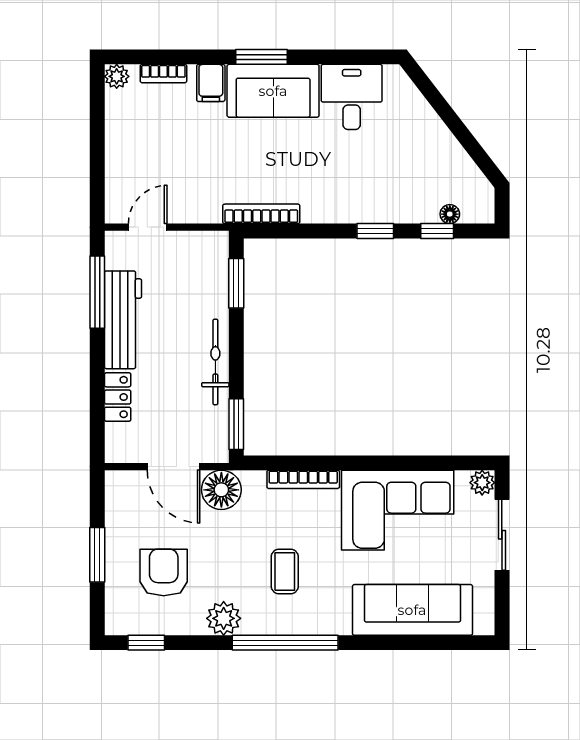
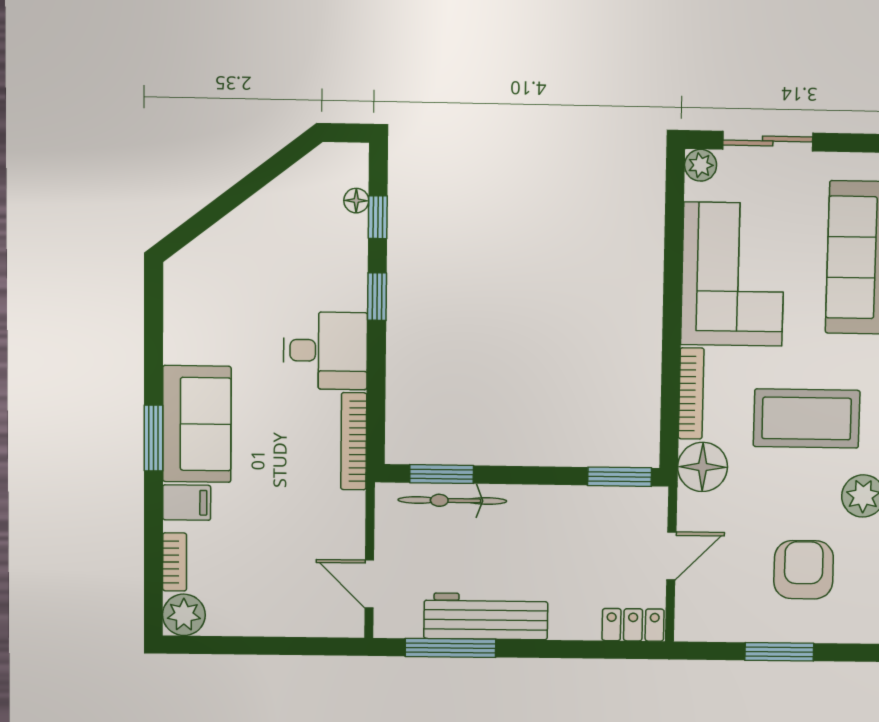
plant: (117, 76) -> (184, 615), width x1.38, depth x1.38
desk: (352, 97) -> (325, 351), moved, turned 180
bicycle: (215, 362) -> (452, 500), moved
locker: (118, 397) -> (633, 625), moved
door: (173, 467) -> (671, 556), width x0.73
floor lamp: (221, 490) -> (703, 467), moved
coffee table: (285, 571) -> (807, 418), width x1.86, depth x1.72
armchair: (164, 573) -> (804, 570), turned 90

